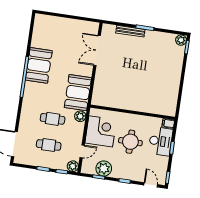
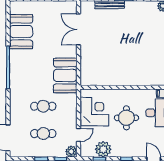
booth: (39, 65) -> (21, 32), moved
plant: (80, 116) -> (71, 99), removed

